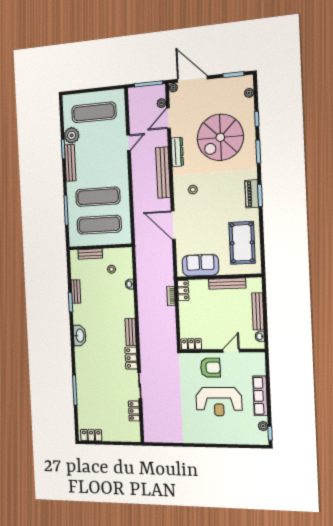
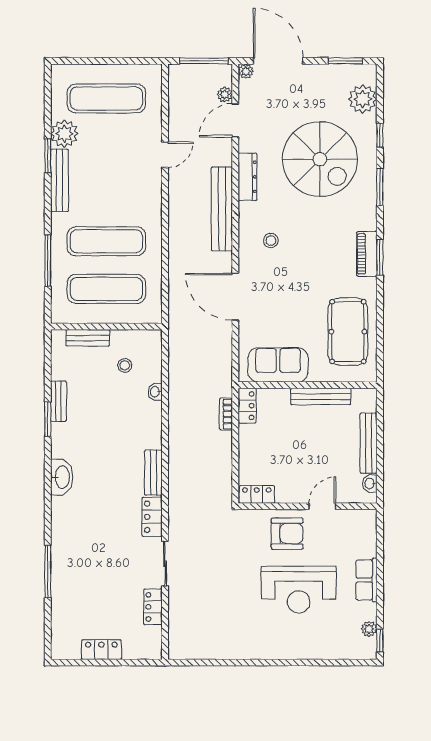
plant: (249, 93) -> (363, 99), width x1.87, depth x1.87
spiral stairs: (220, 137) -> (320, 159), turned -90
row of seats: (260, 396) -> (366, 580), width x0.68
locker: (91, 435) -> (101, 650), moved

